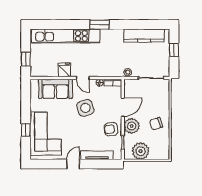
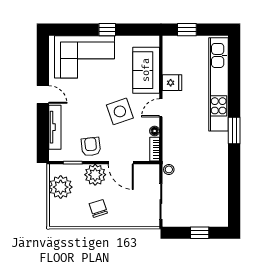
kitchen counter: (144, 36) -> (219, 192), removed
window: (26, 130) -> (107, 30), moved

